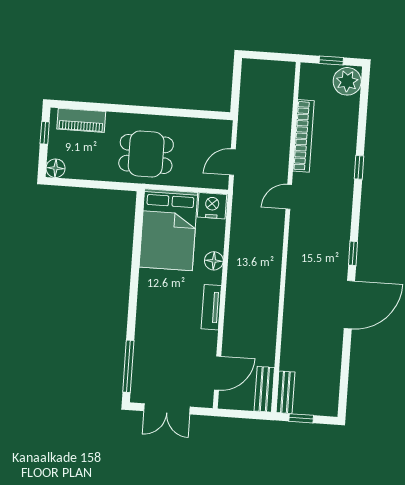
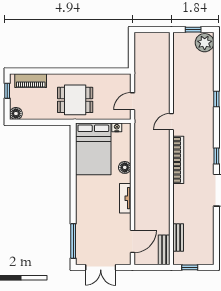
bookcase: (304, 136) -> (178, 160), moved
nightstand: (212, 206) -> (117, 127), width x0.53, depth x0.56
bench: (285, 392) -> (178, 238), moved

